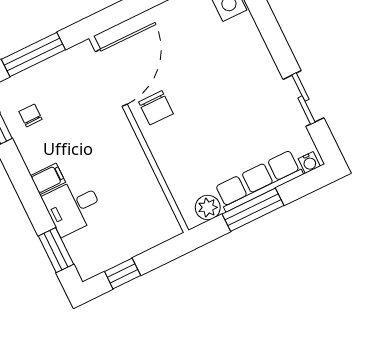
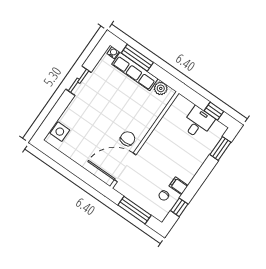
sliding door: (303, 99) -> (79, 81), moved
filing cabinet: (48, 179) -> (179, 186), moved
desk: (73, 206) -> (198, 123), moved, turned -90
window: (253, 210) -> (137, 58), moved

